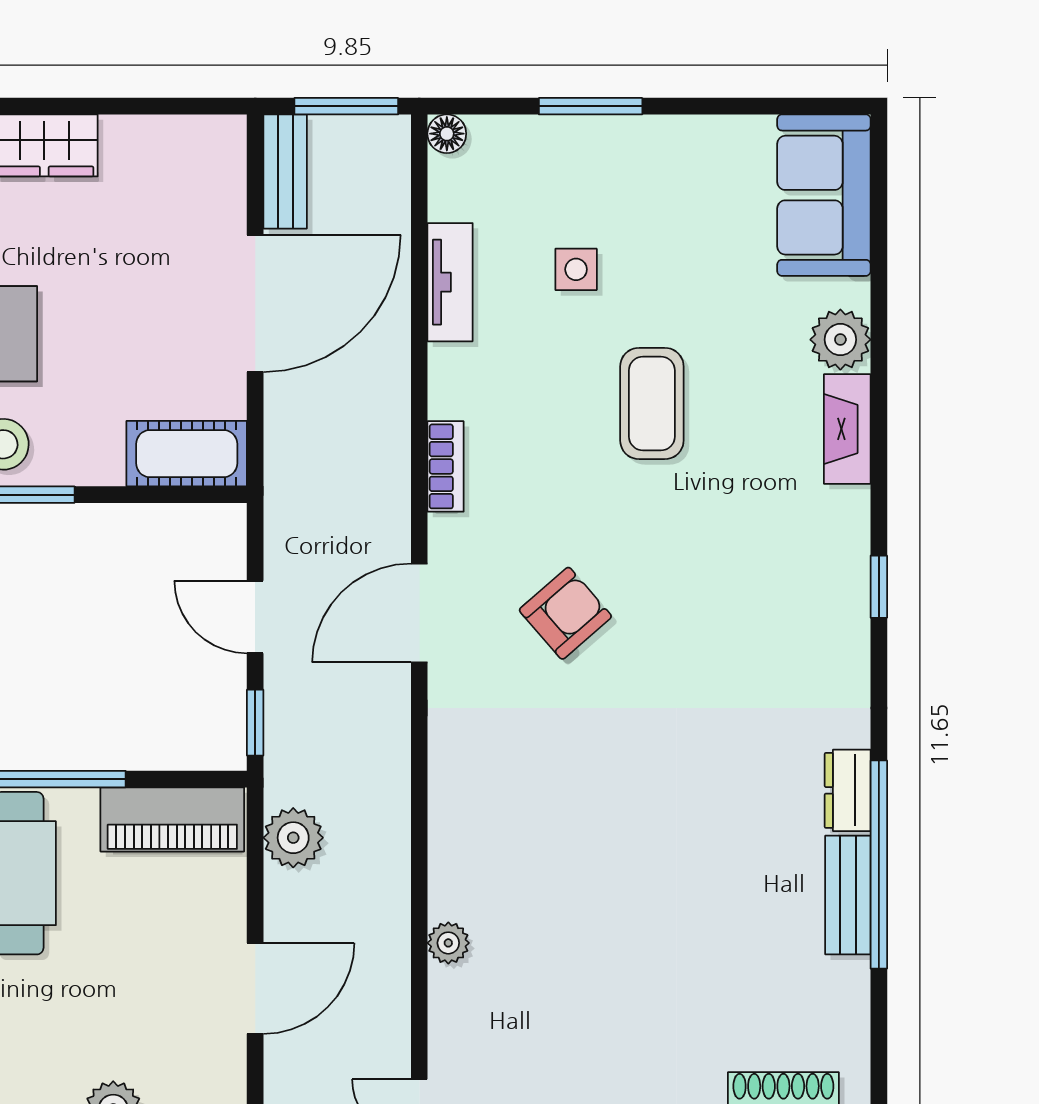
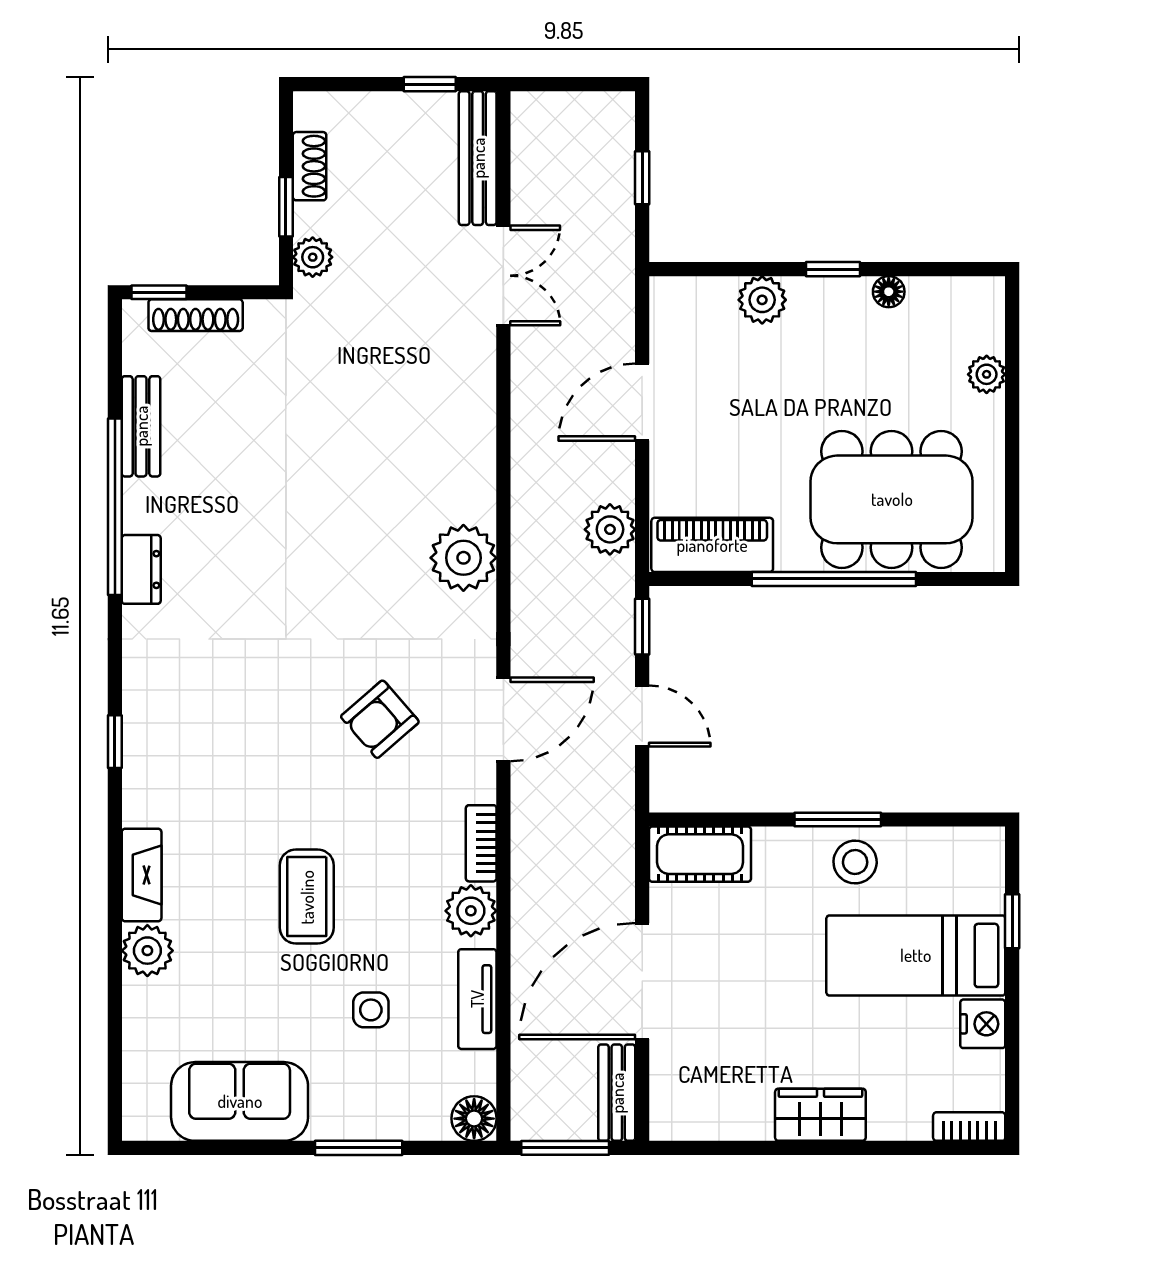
floor lamp: (447, 134) -> (474, 1119), width x1.37, depth x1.37
sofa: (824, 195) -> (240, 1101), moved, turned -90
plant: (458, 387) -> (471, 911), added
bench: (848, 895) -> (141, 426), moved
plant: (448, 943) -> (463, 558), moved, width x1.88, depth x1.88

